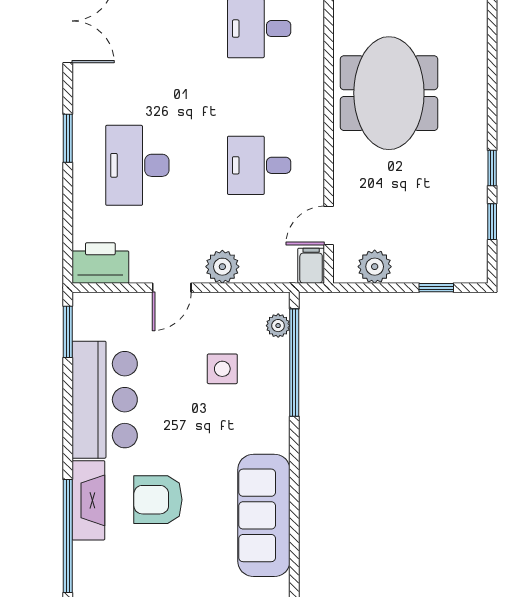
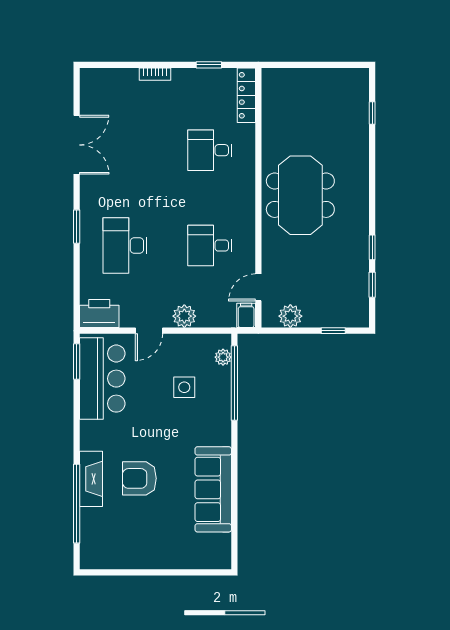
bar counter: (105, 400) -> (102, 379), moved

